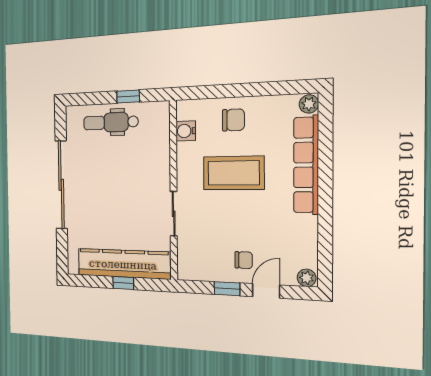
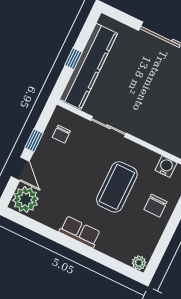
row of seats: (306, 165) -> (80, 232), width x0.50
chair: (244, 260) -> (61, 134), moved
plant: (307, 278) -> (26, 199), width x1.88, depth x1.88

